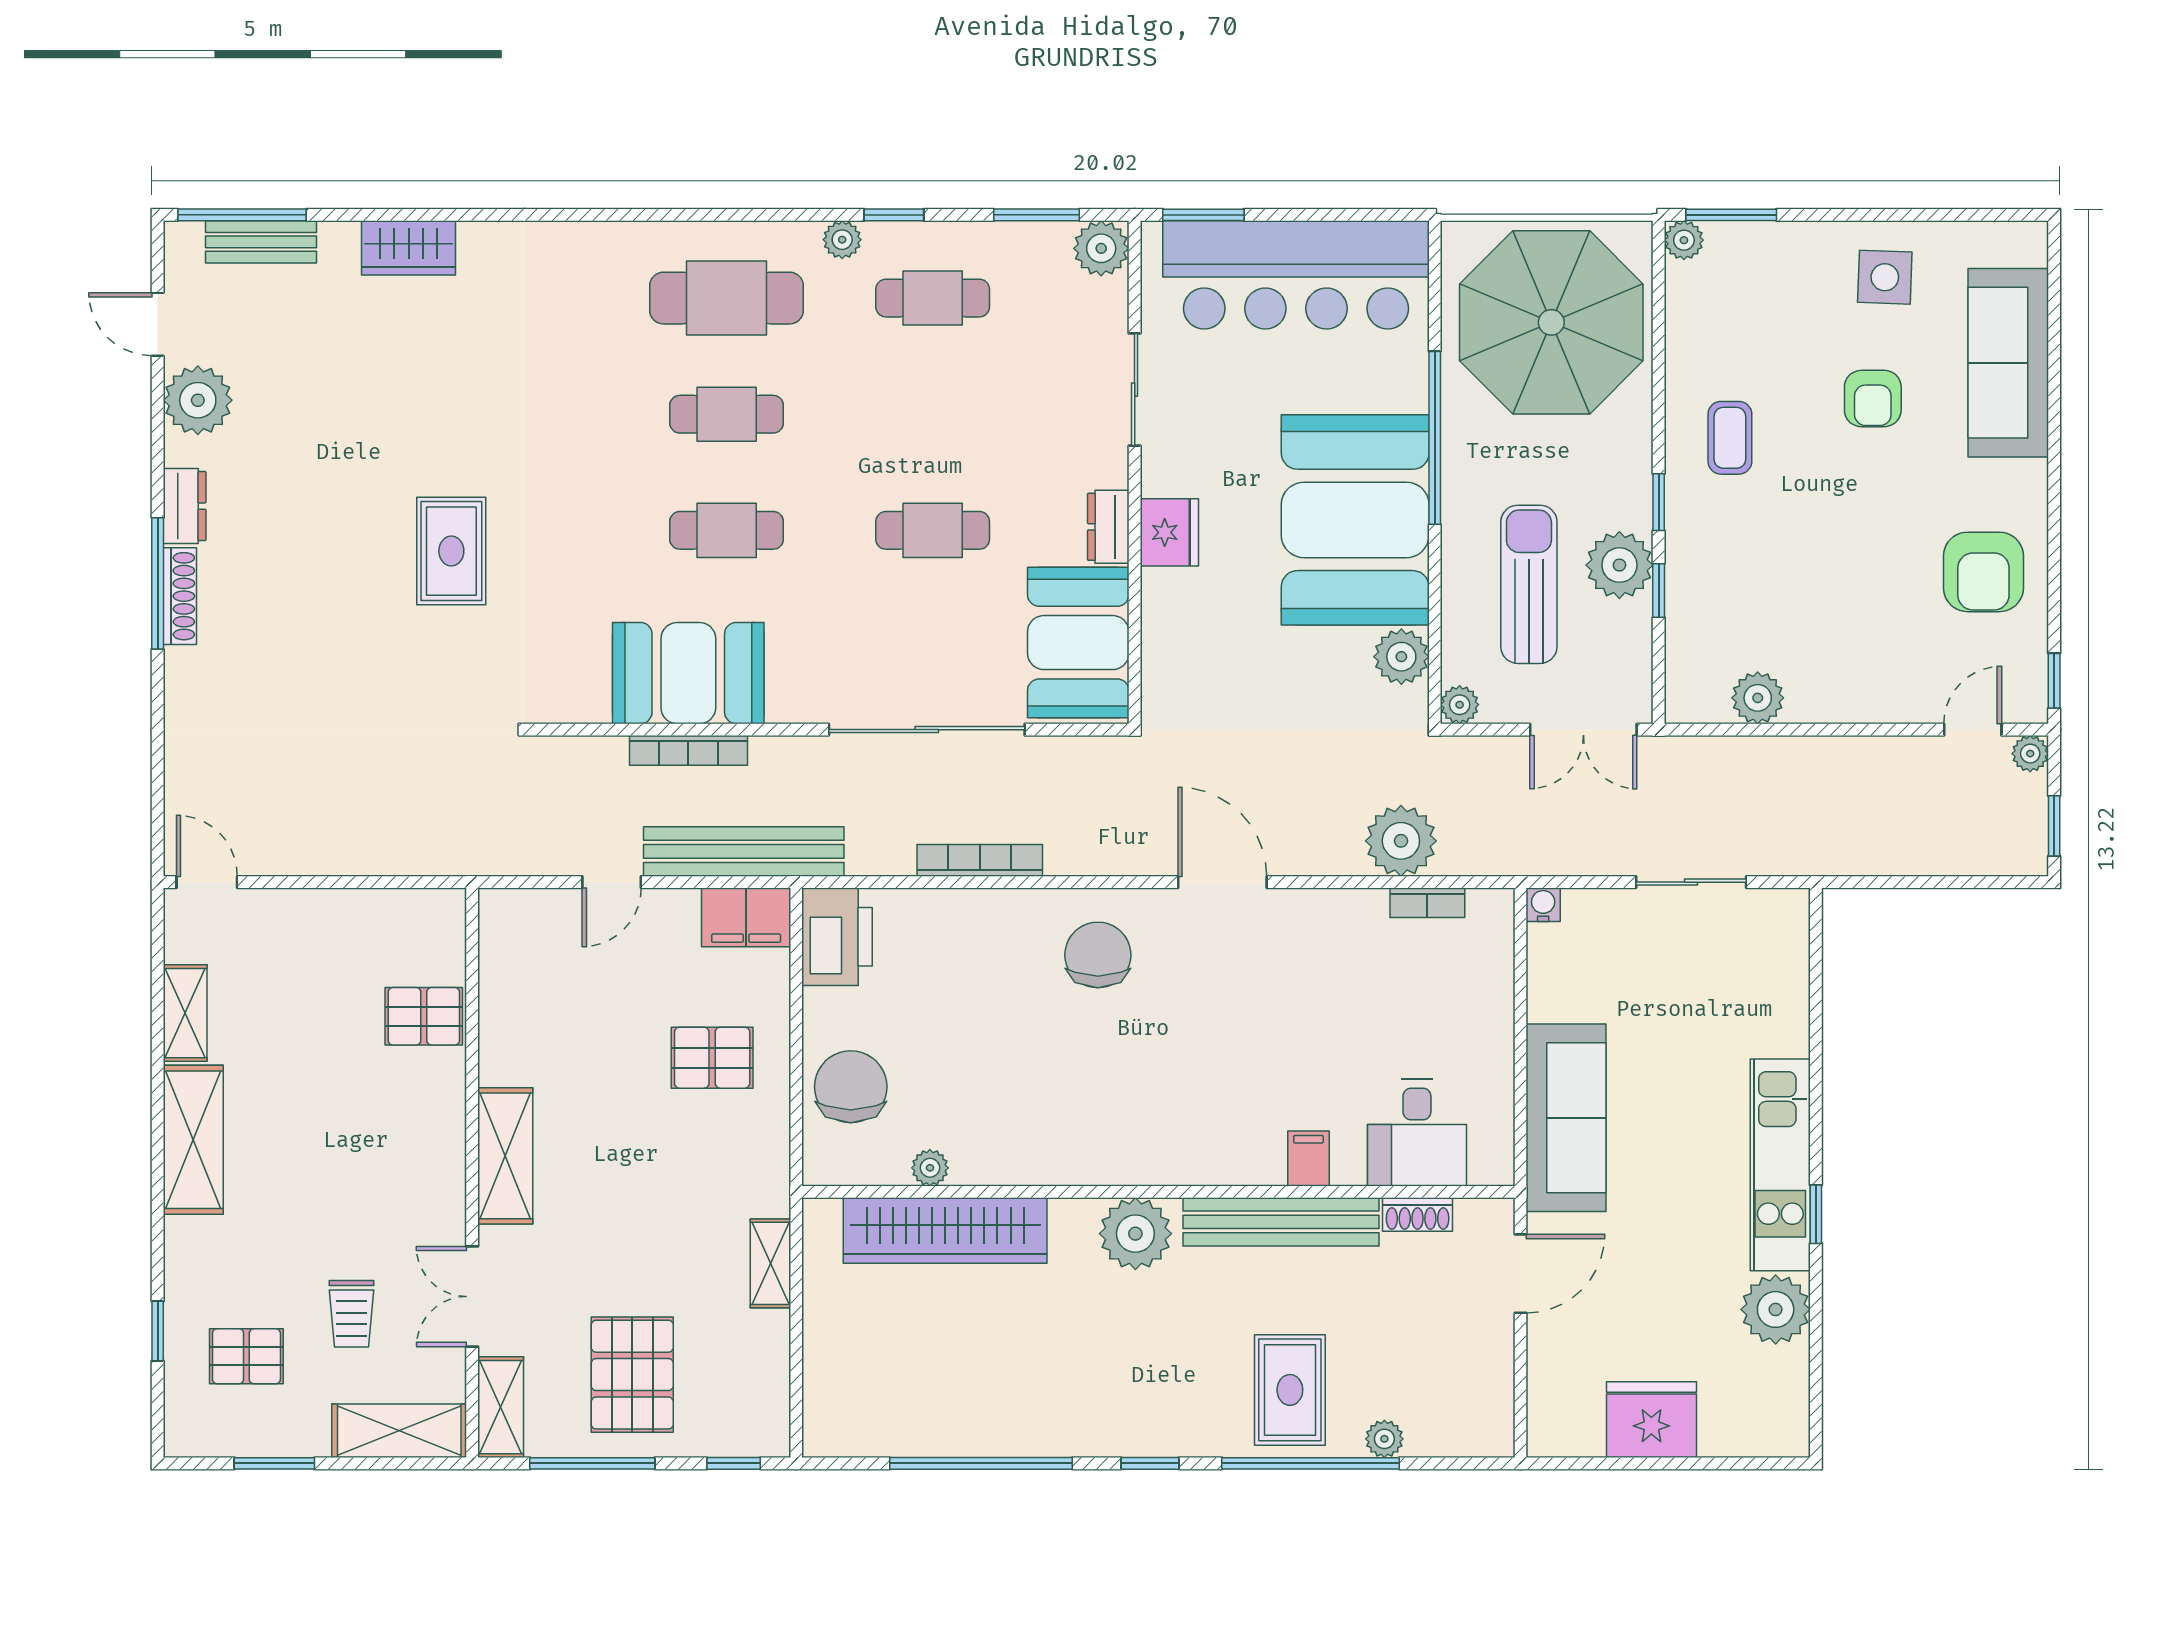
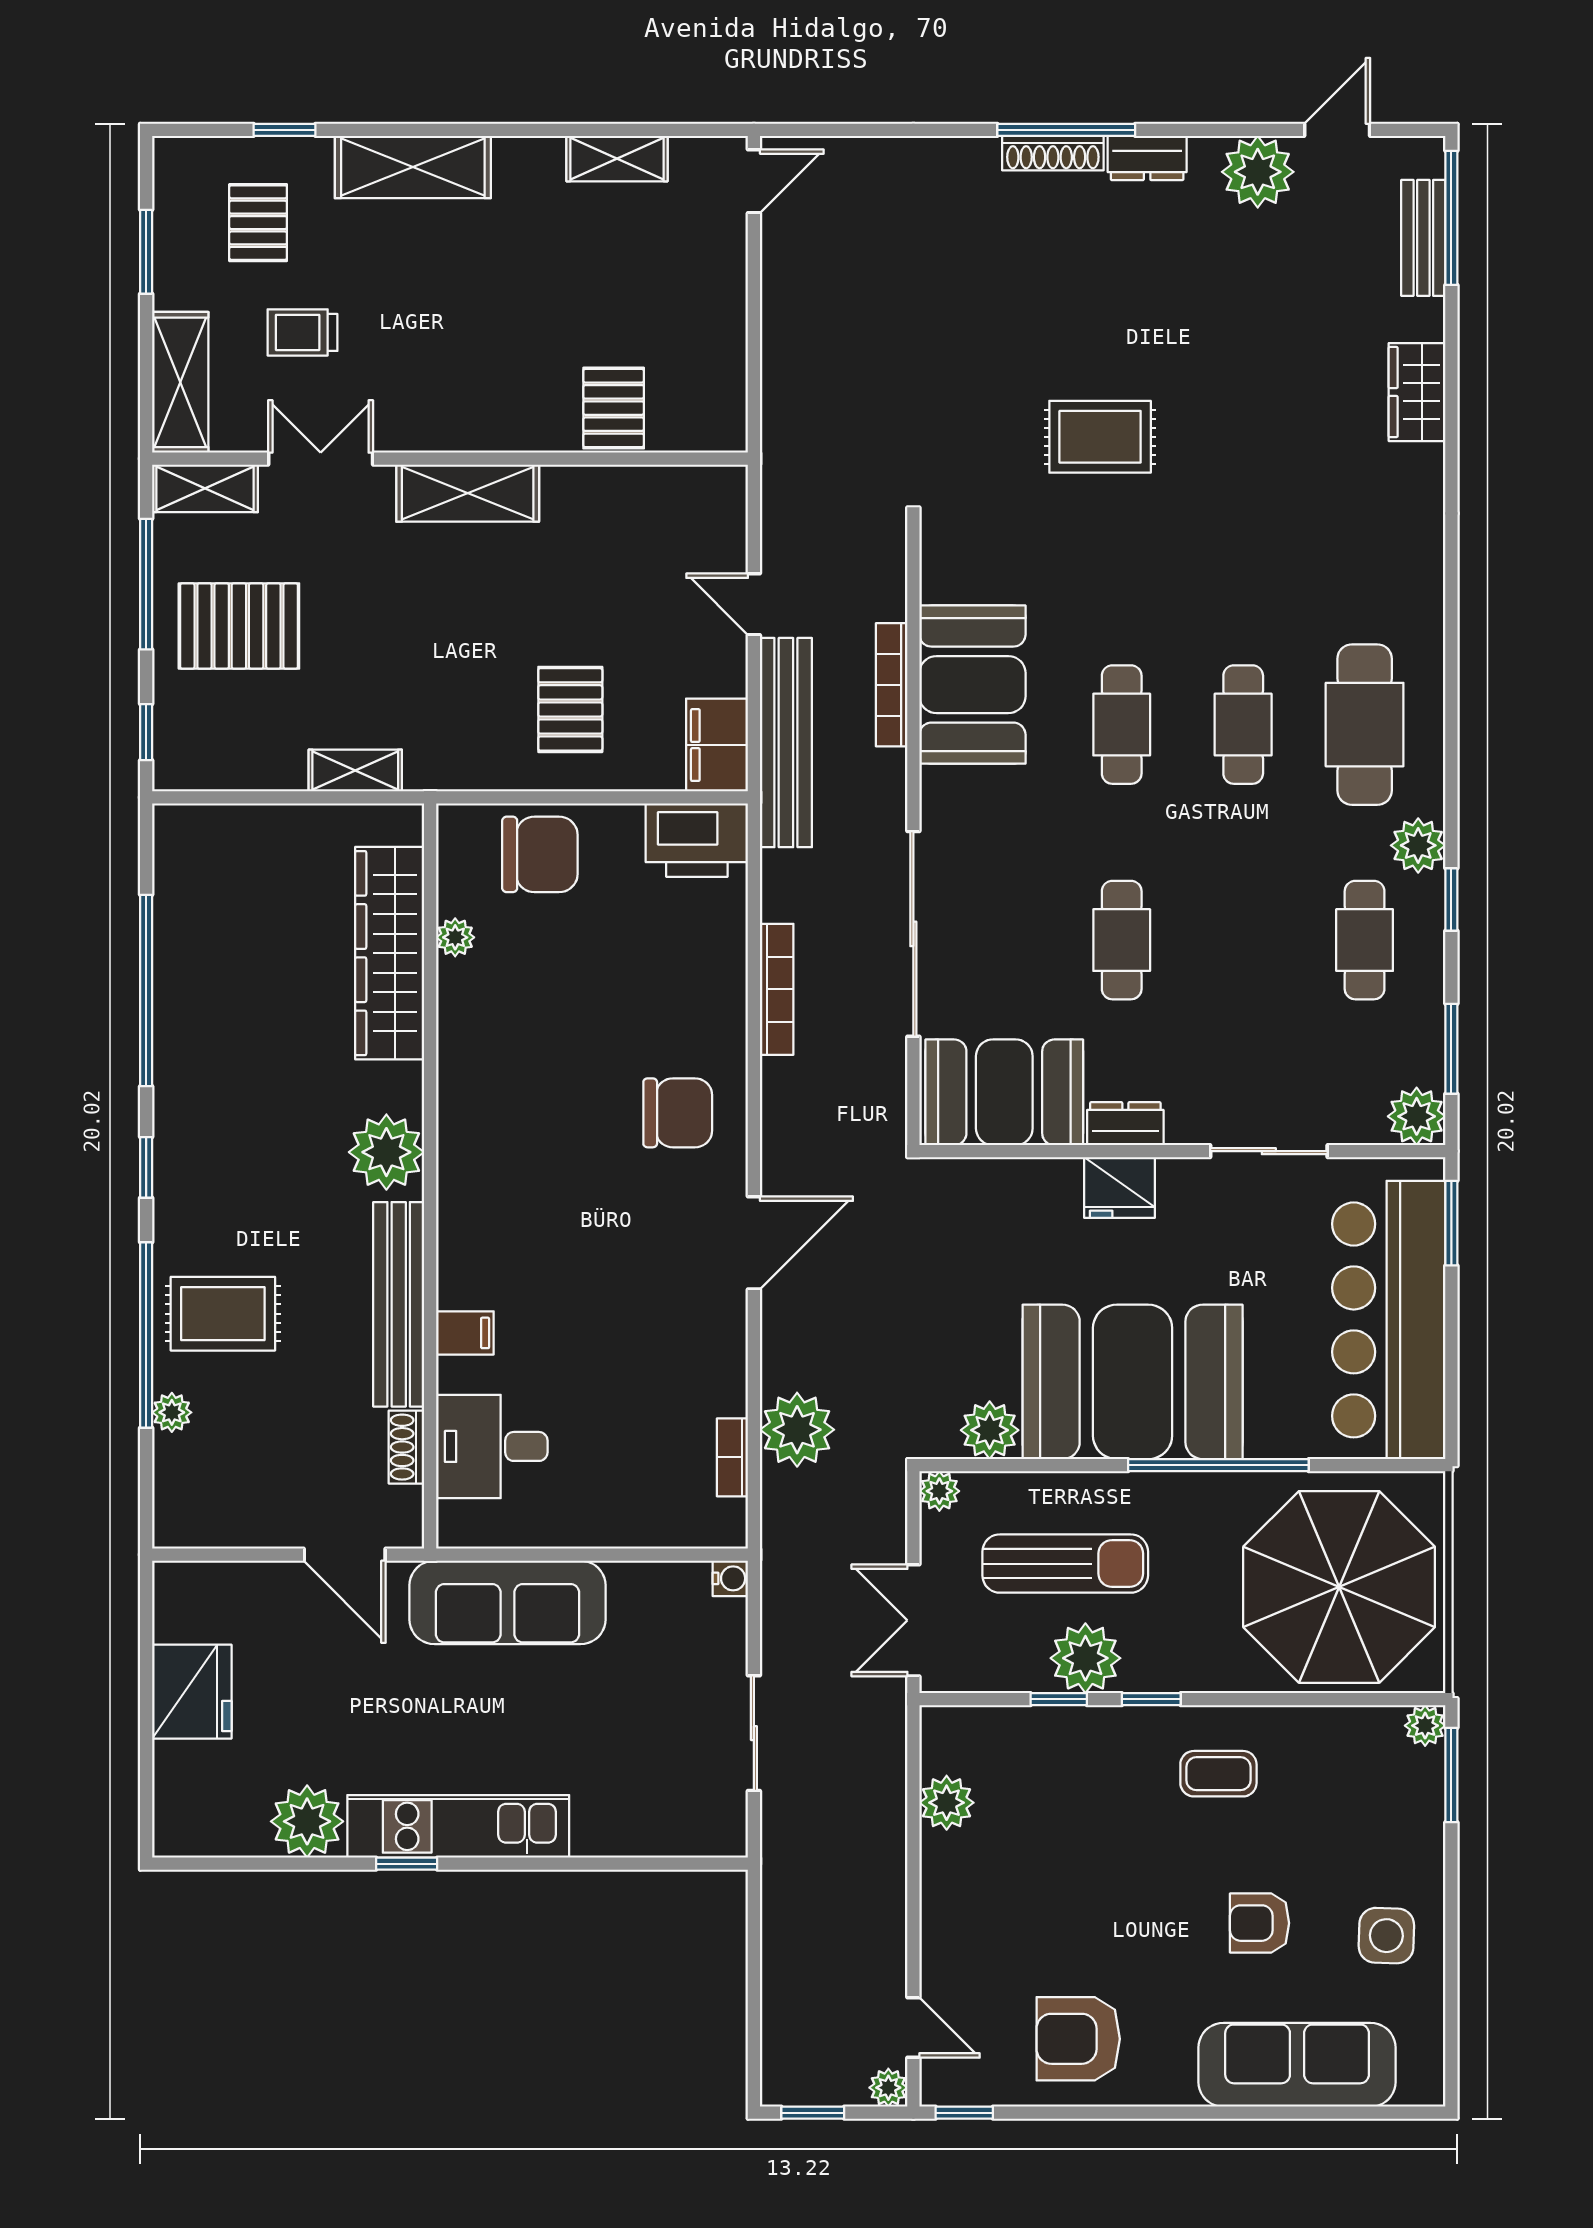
plant: (842, 240) -> (1418, 845), width x1.38, depth x1.38
shelving: (193, 1140) -> (413, 167), moved

